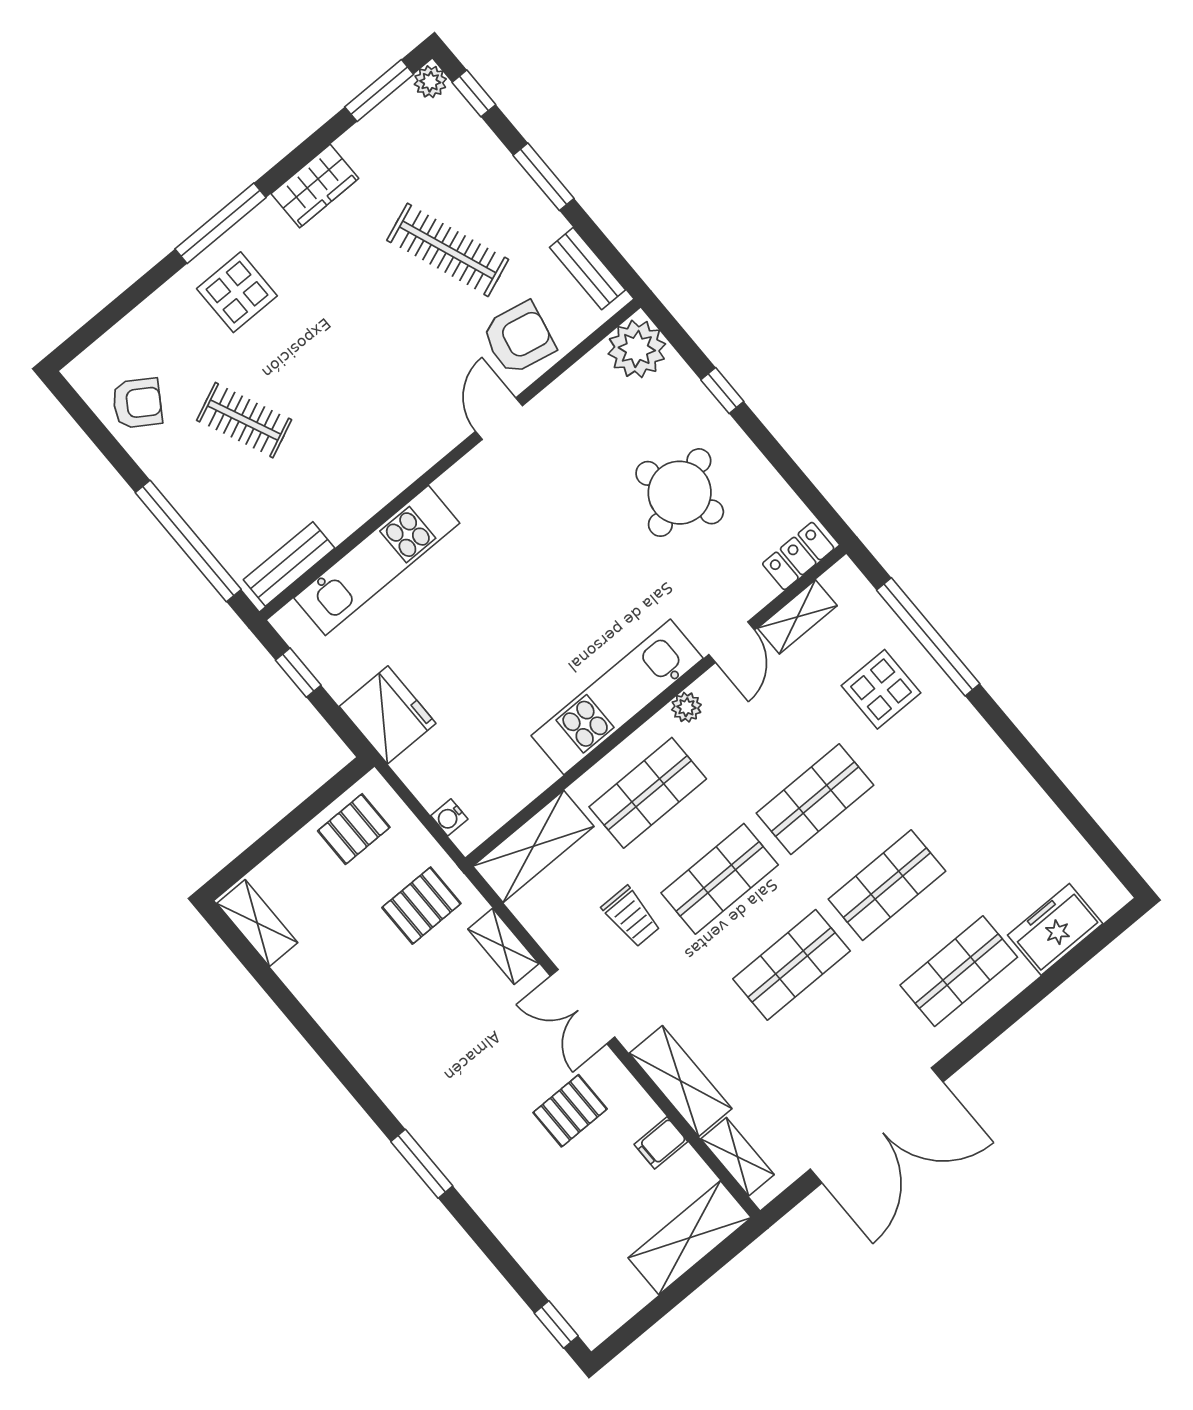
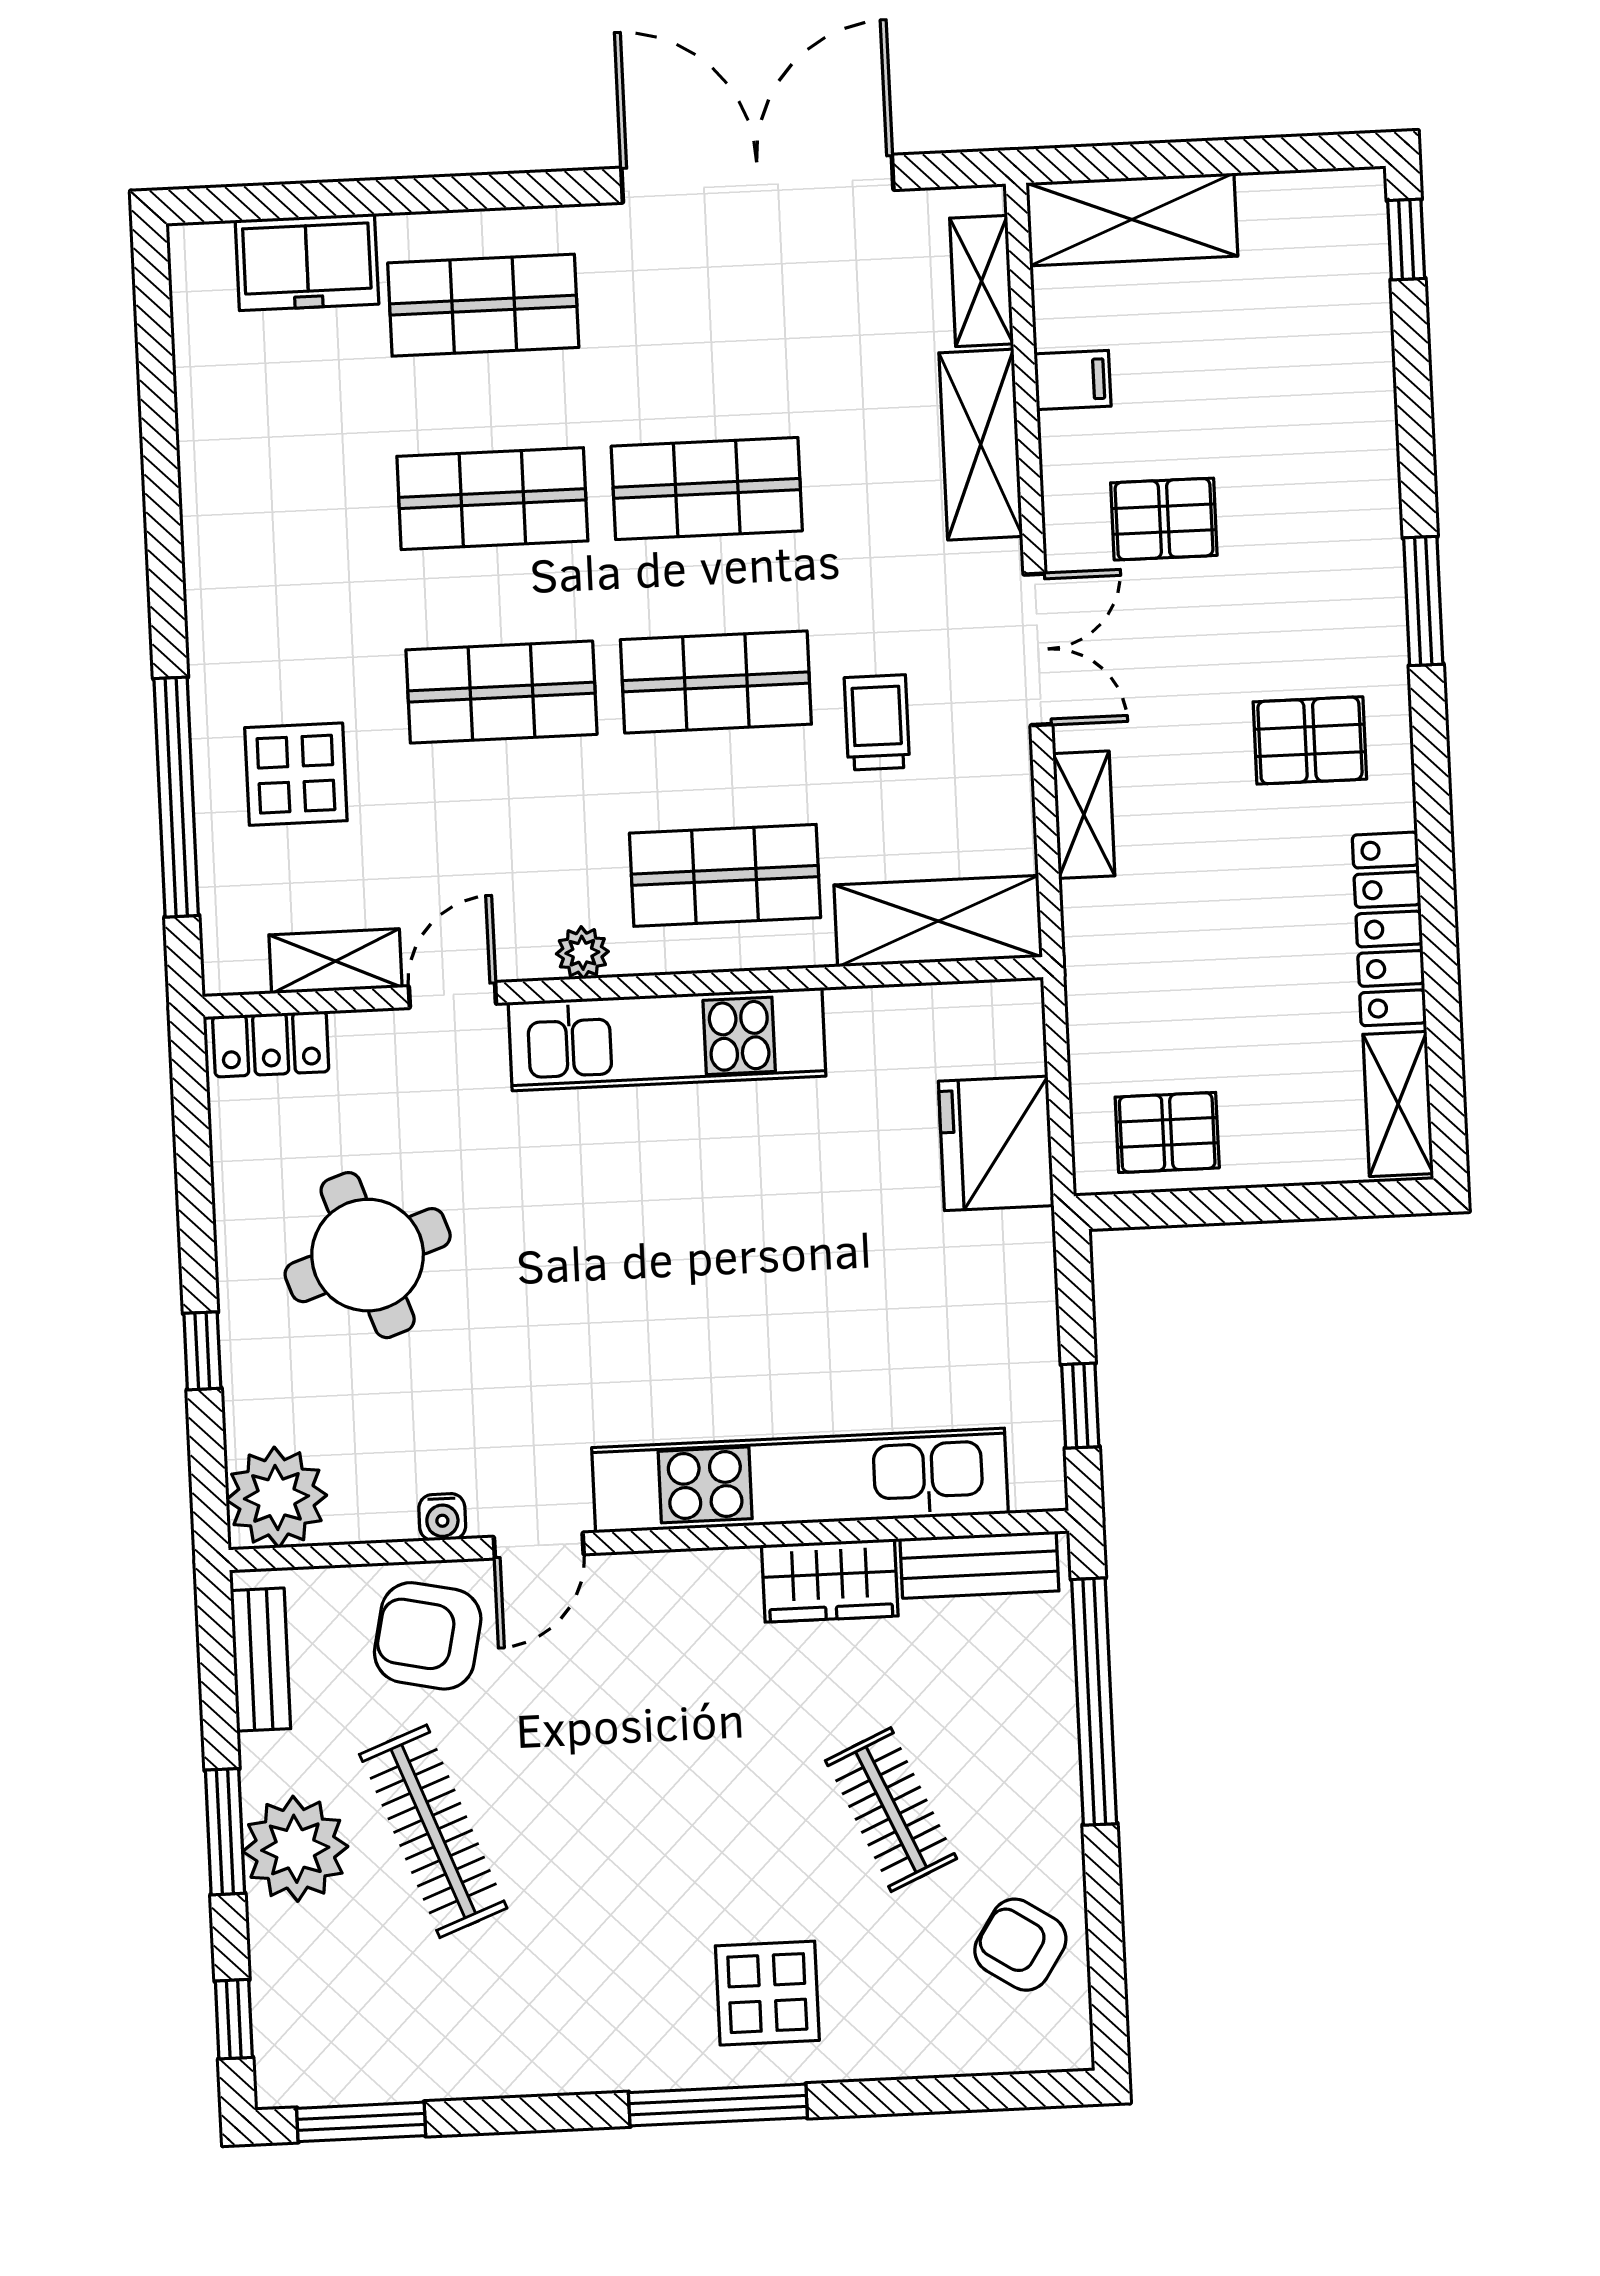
plant: (430, 82) -> (295, 1849), moved, width x1.88, depth x1.88
wardrobe: (315, 186) -> (830, 1581), moved, turned 180
kitchen unit: (377, 560) -> (800, 1480), width x1.36
fridge: (388, 715) -> (996, 1143), moved
water cooler: (449, 817) -> (442, 1517), moved, turned 90
pallet: (421, 906) -> (1310, 740), moved
locker: (323, 1001) -> (1389, 929), added

